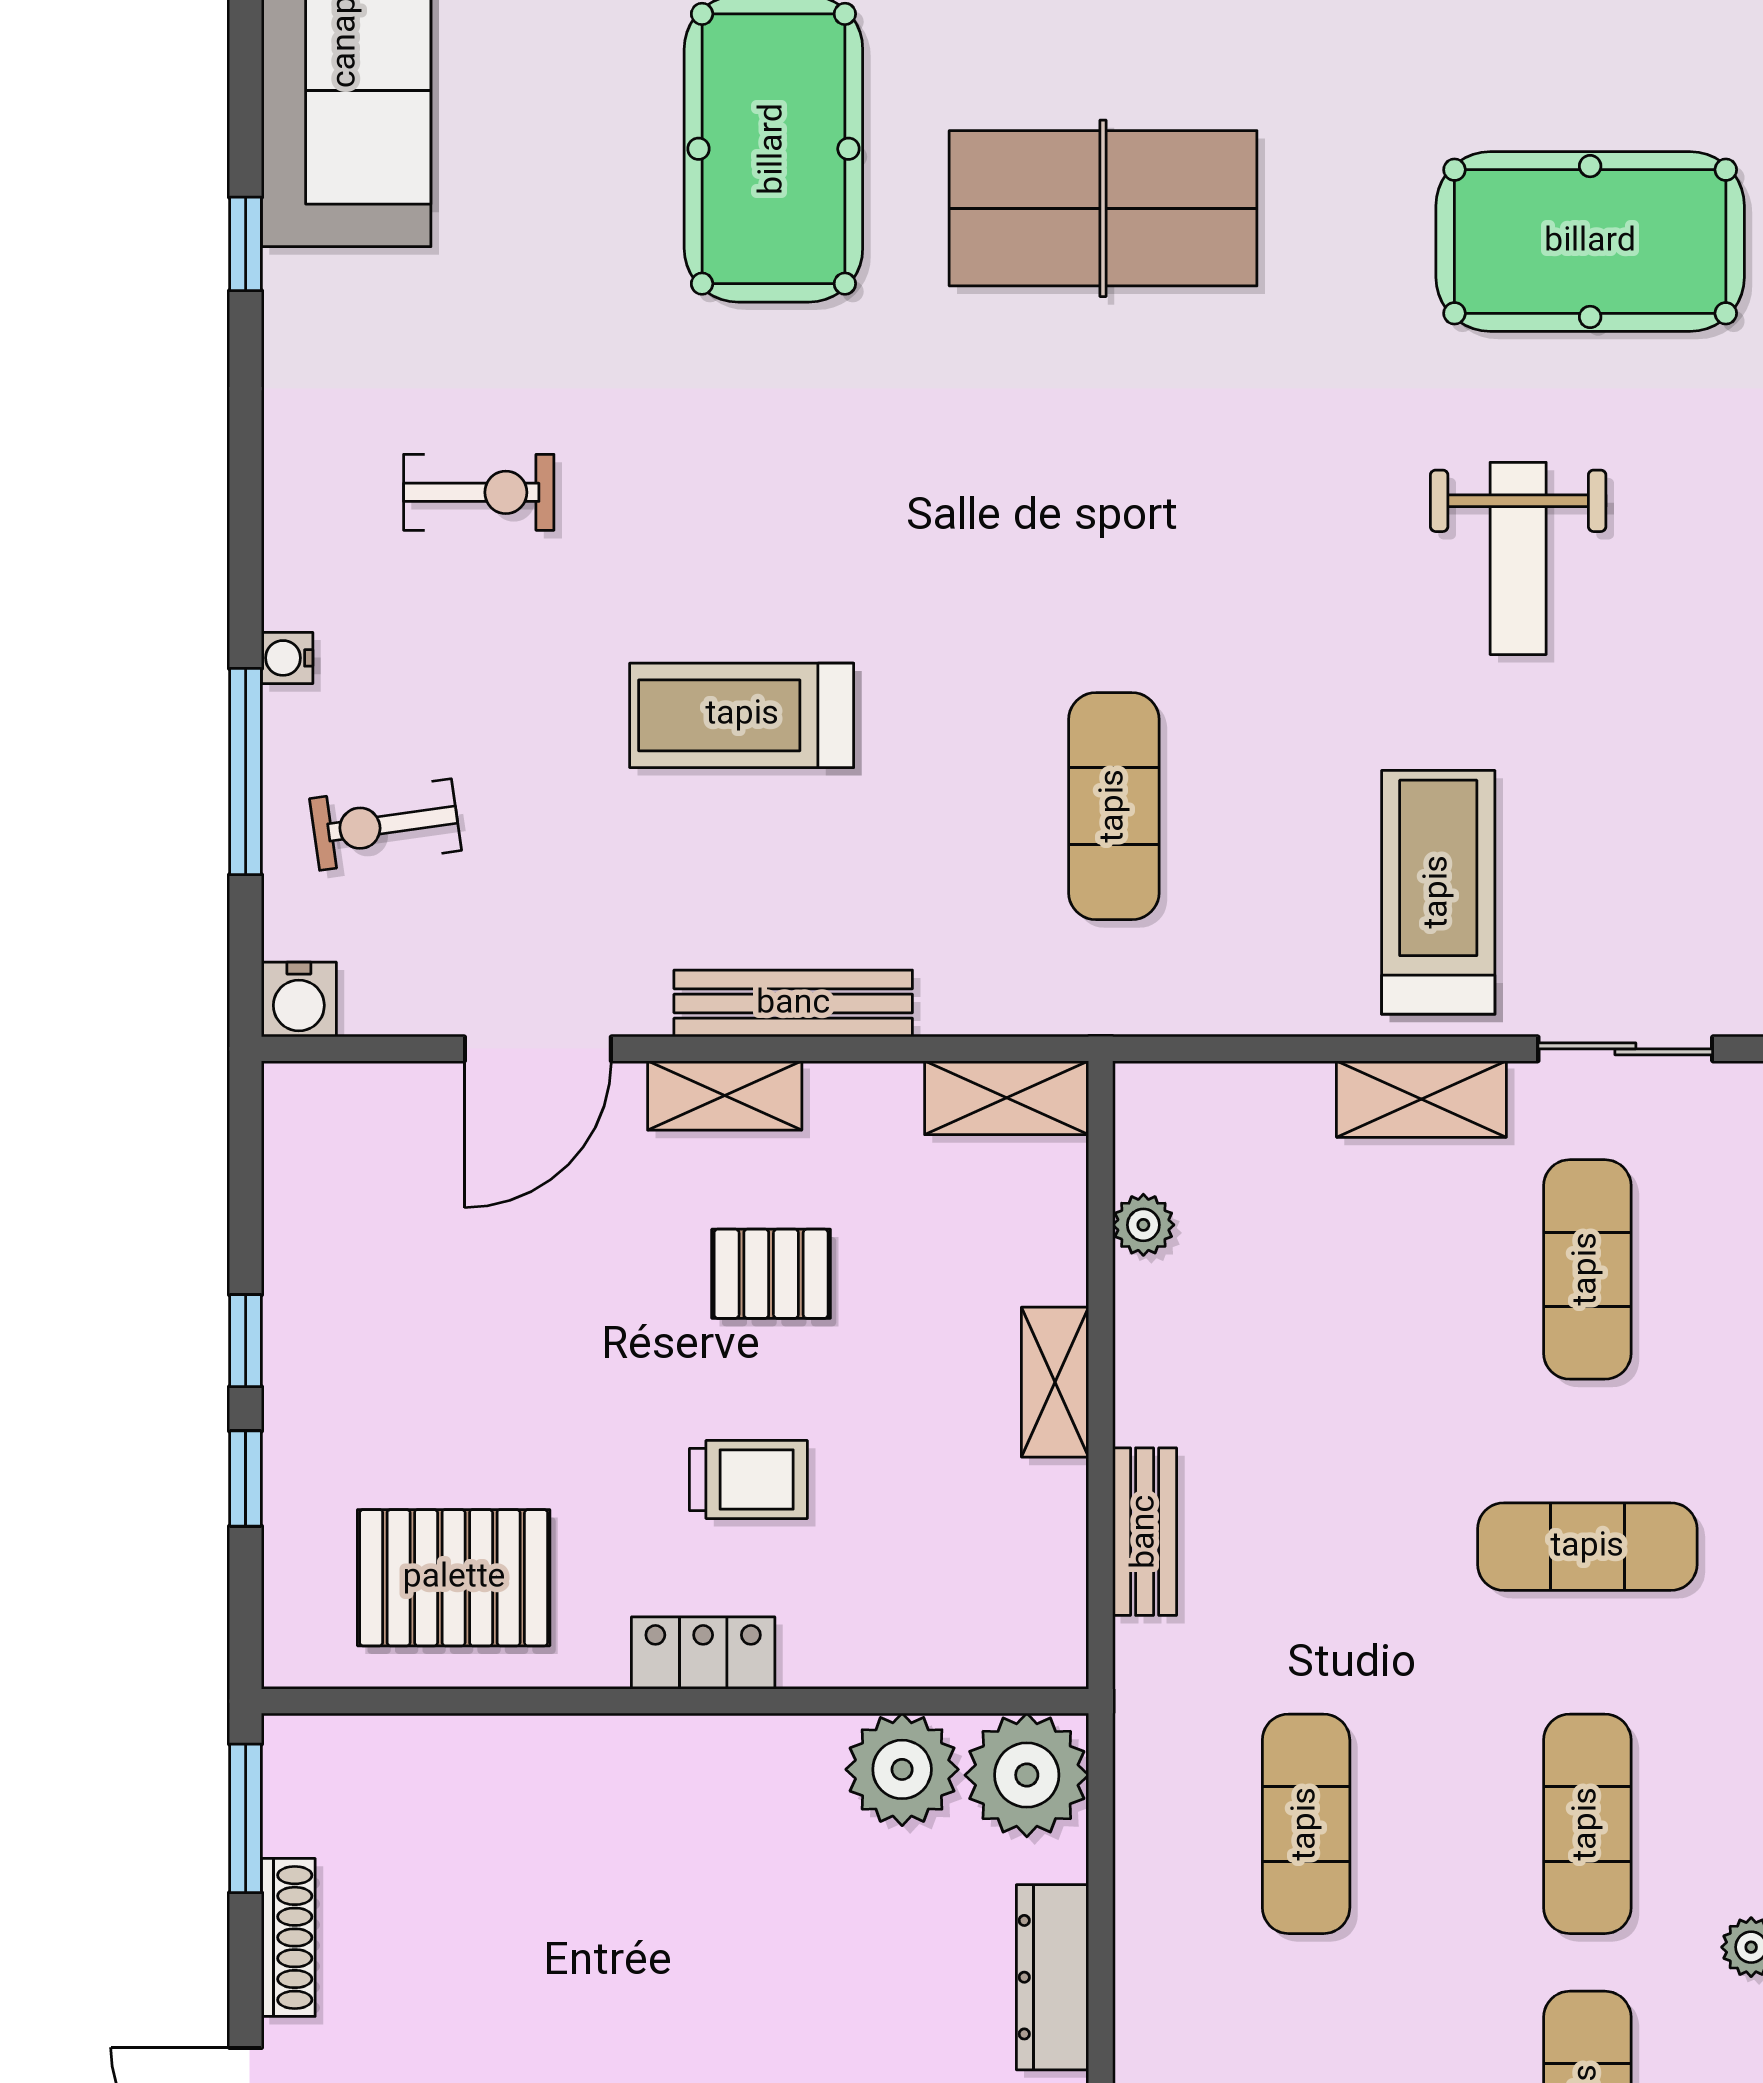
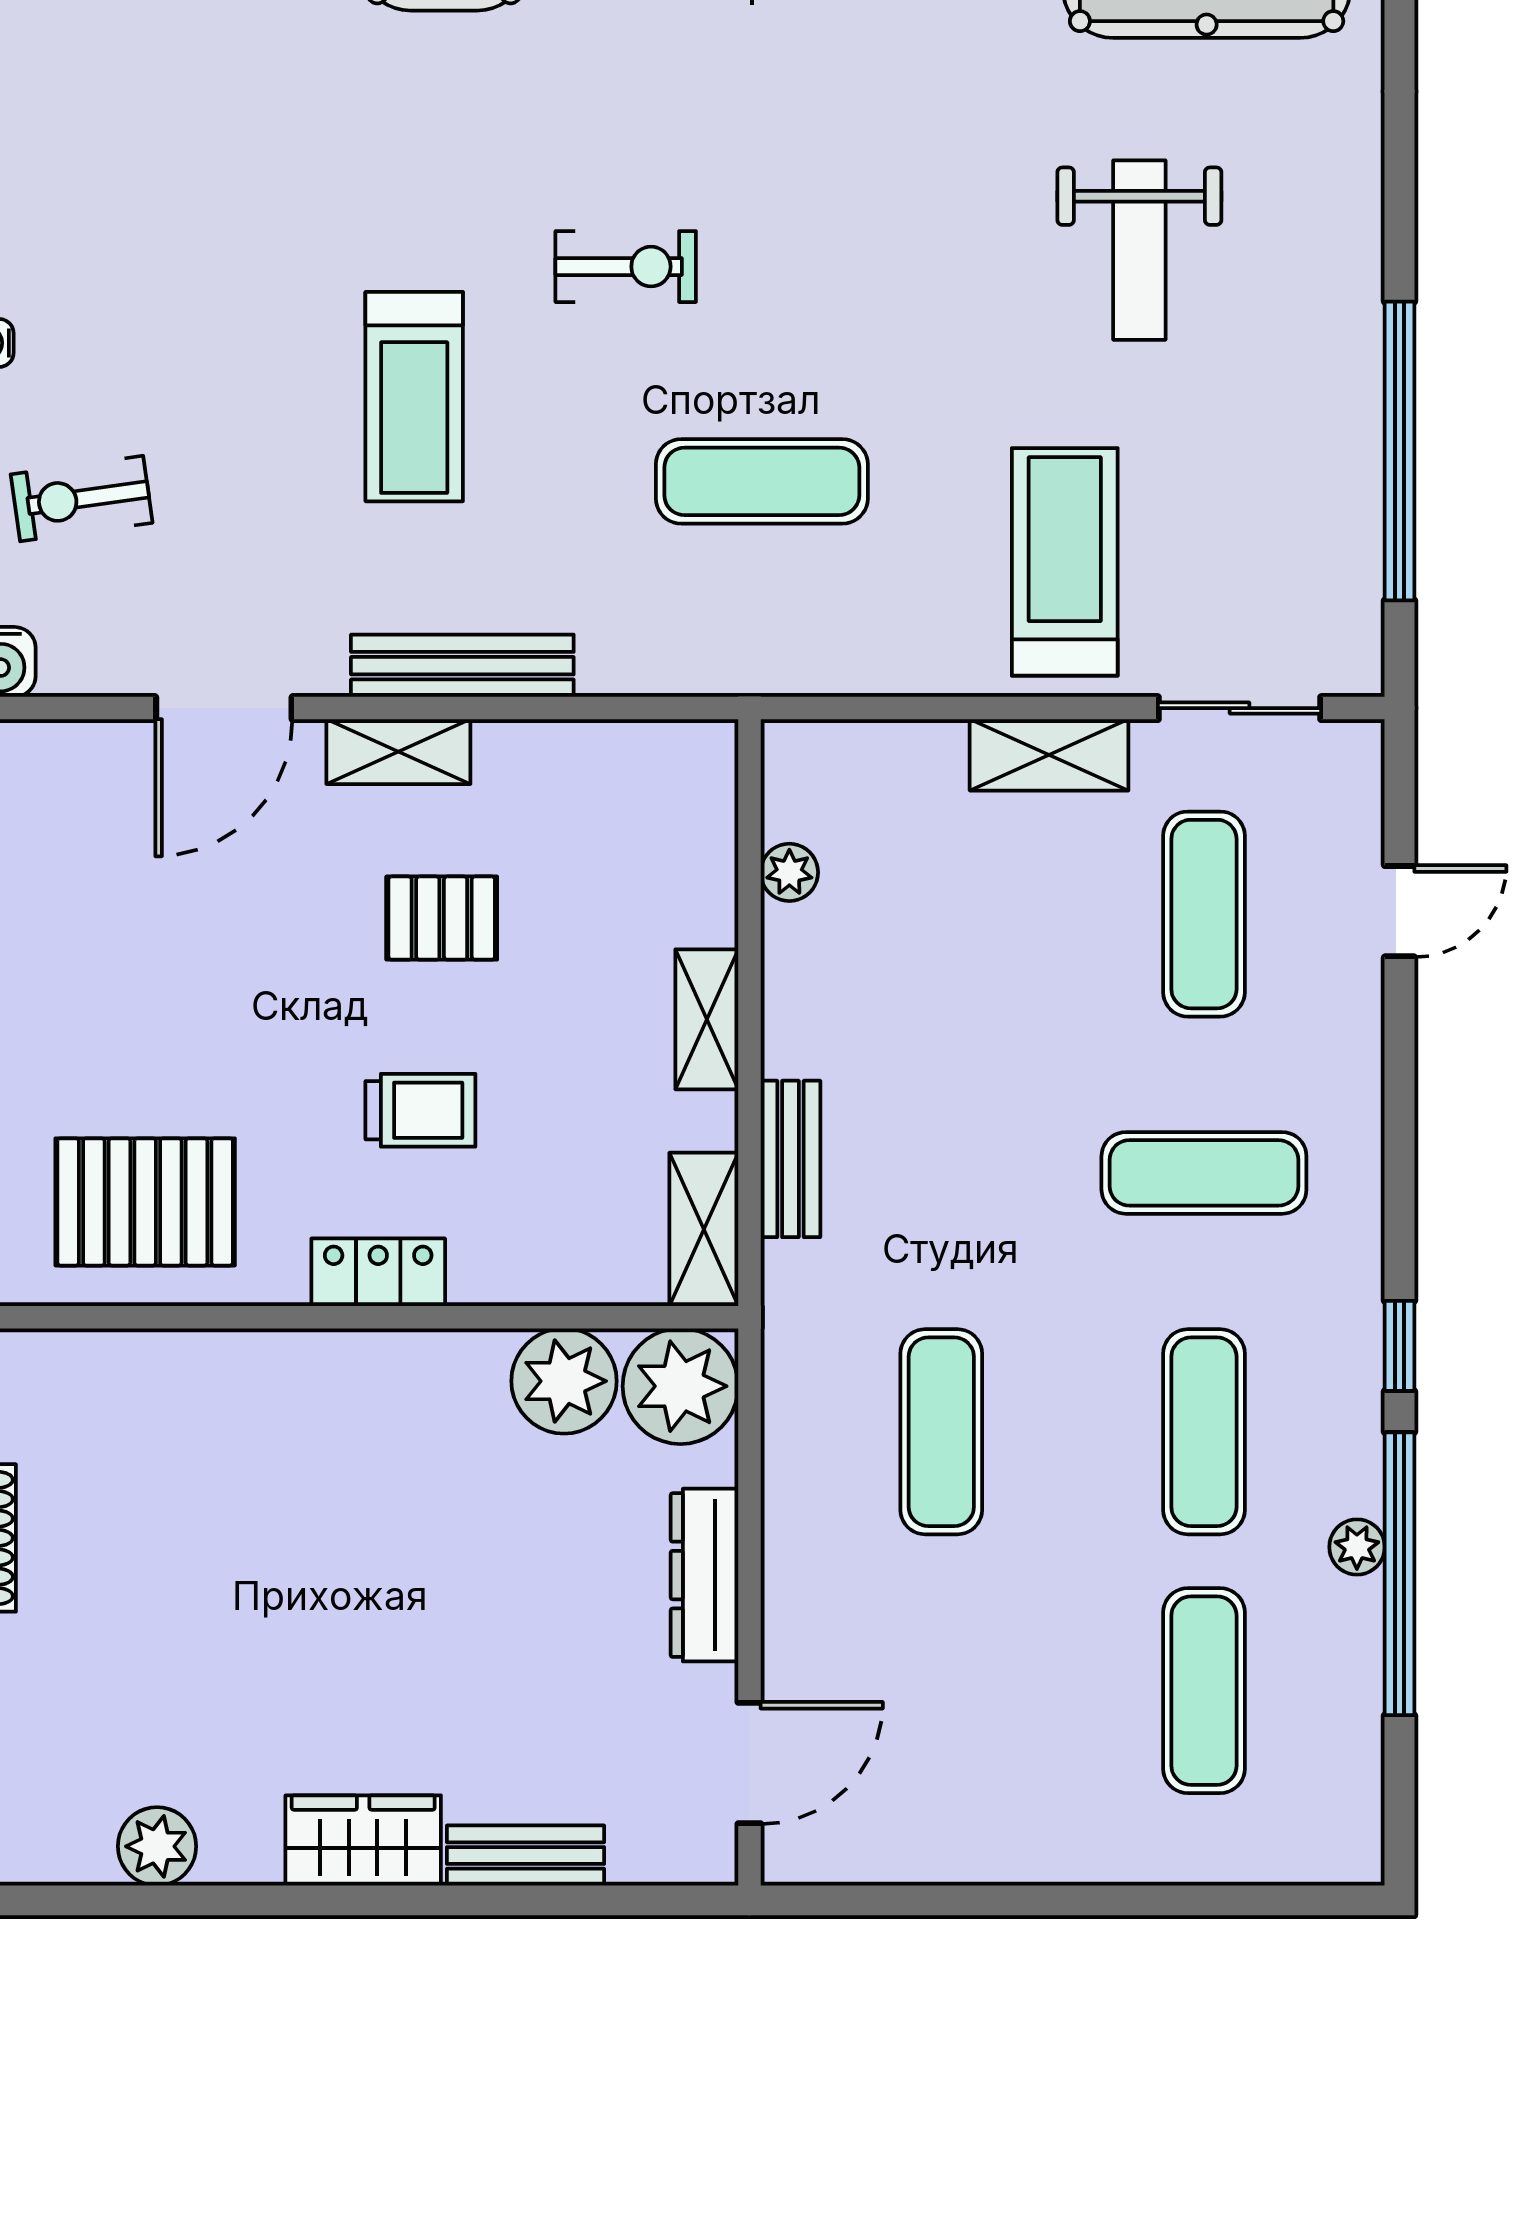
exercise bike: (479, 492) -> (626, 267), moved
treadmill: (742, 715) -> (414, 397), turned -90
exercise mat: (1114, 806) -> (762, 481), turned 90
shelving: (1007, 1098) -> (704, 1229), moved, turned 90

